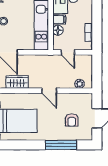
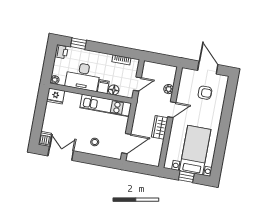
wardrobe: (17, 82) -> (160, 127), moved
plant: (80, 84) -> (169, 89), moved
window: (61, 145) -> (228, 108), removed

